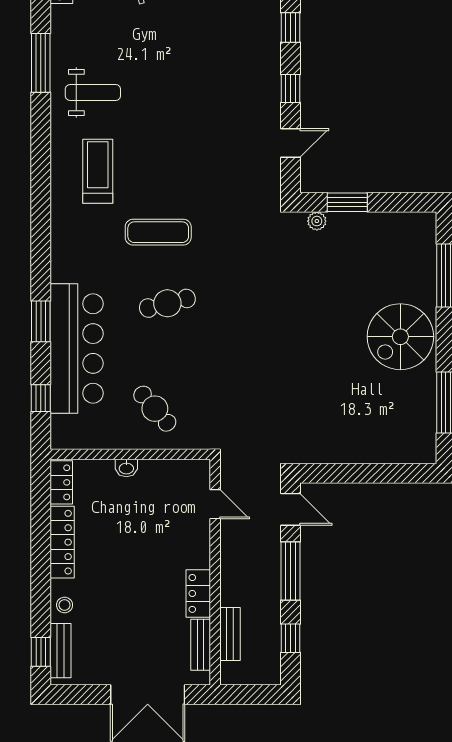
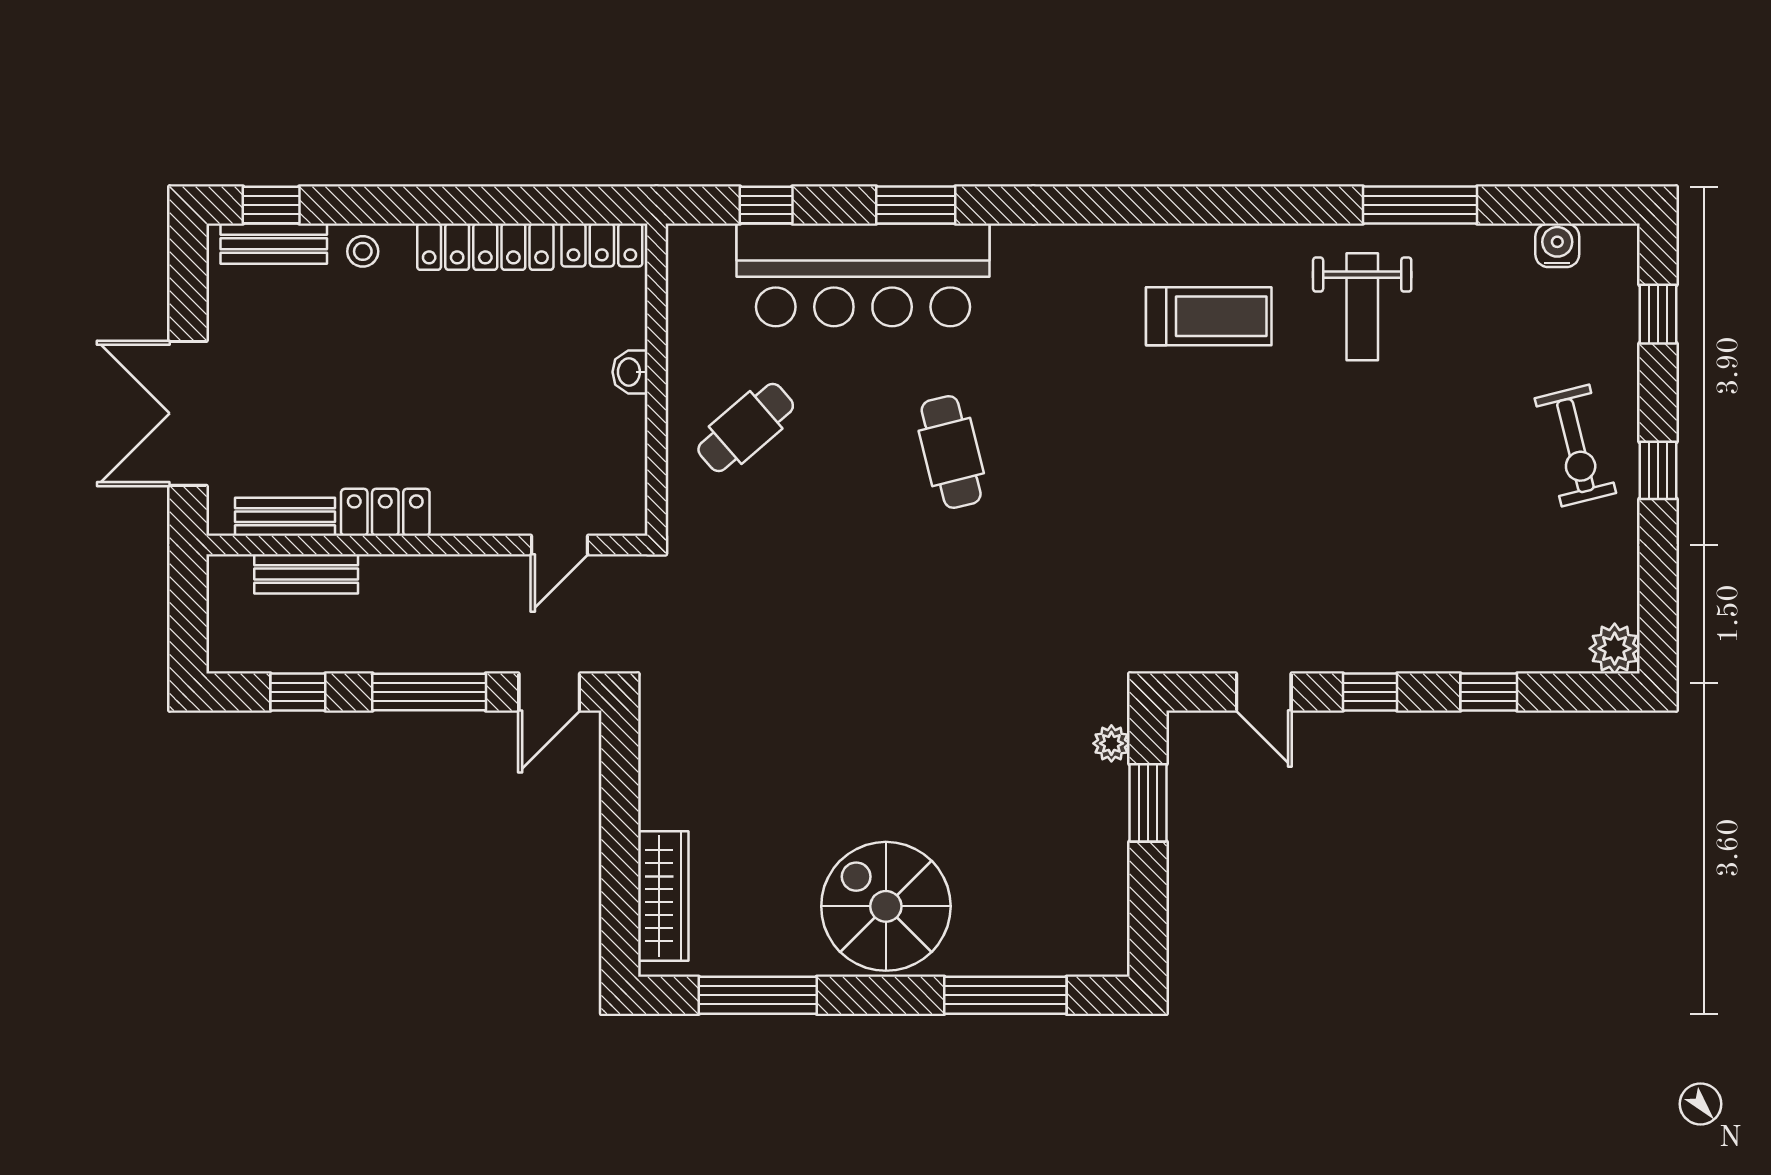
exercise mat: (158, 232) -> (1090, 434), removed
wardrobe: (395, 451) -> (663, 896), added

